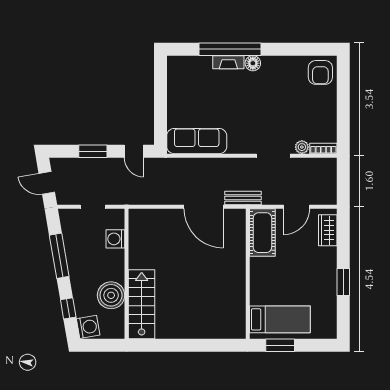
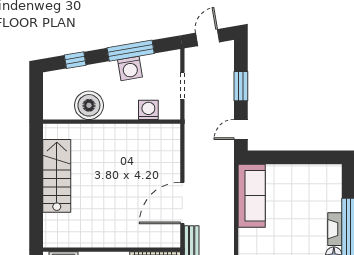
stairs: (142, 304) -> (57, 176), moved, turned -90
washing machine: (88, 327) -> (130, 68), moved

